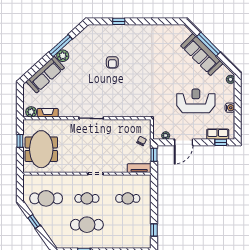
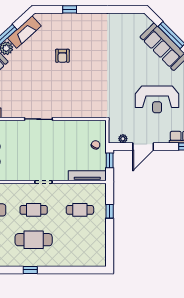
fireplace: (79, 41) -> (24, 32), added
reception desk: (196, 101) -> (157, 99), turned 180
tv unit: (139, 168) -> (87, 176), width x1.41
window: (154, 230) -> (110, 211), moved

